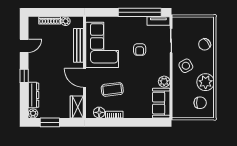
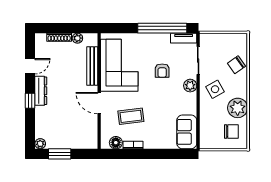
plant: (164, 82) -> (190, 86), moved
dresser: (33, 95) -> (41, 91), moved
wardrobe: (77, 107) -> (90, 136), removed

